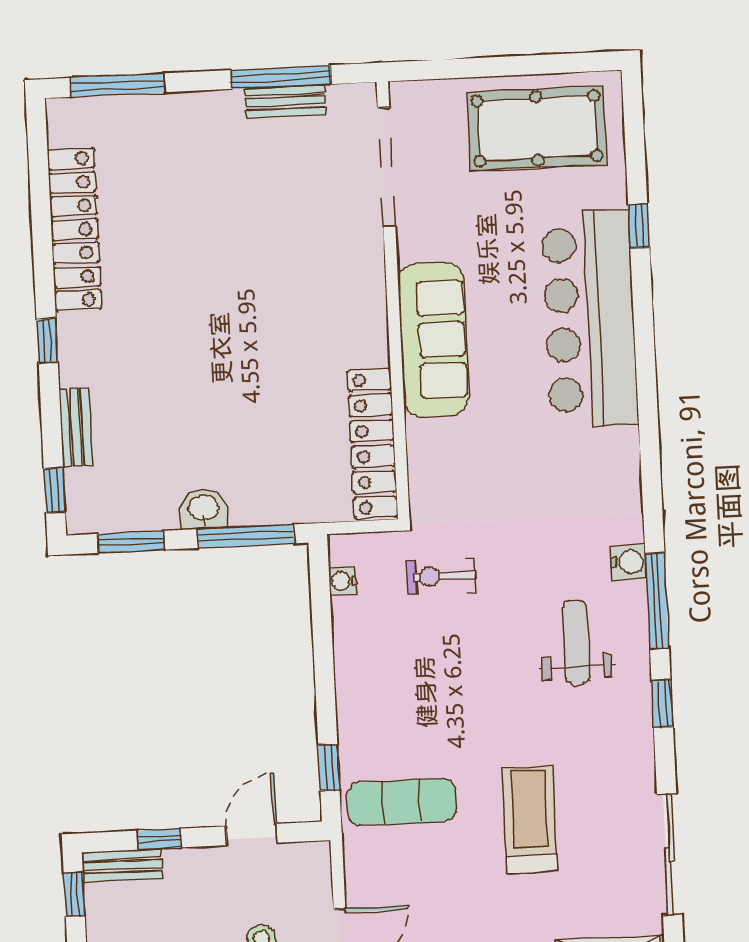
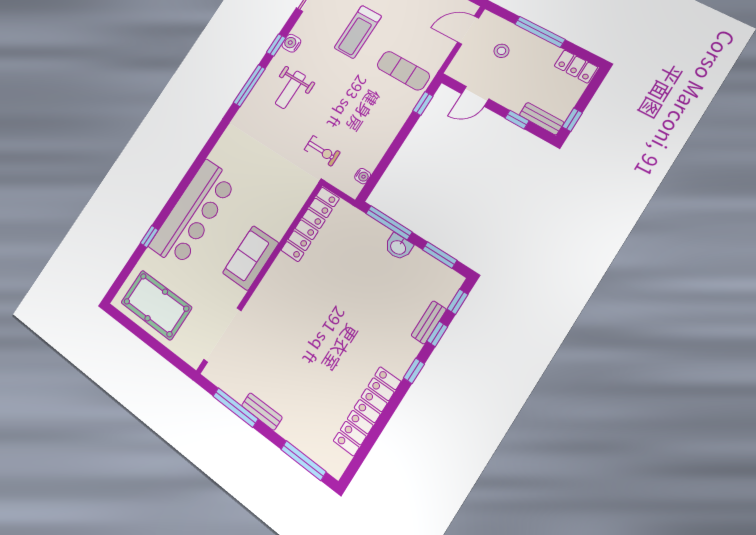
bench: (285, 101) -> (262, 411), moved
sofa: (433, 340) -> (251, 258), width x0.73
window: (51, 420) -> (437, 334), added
water cooler: (628, 562) -> (291, 43), moved

